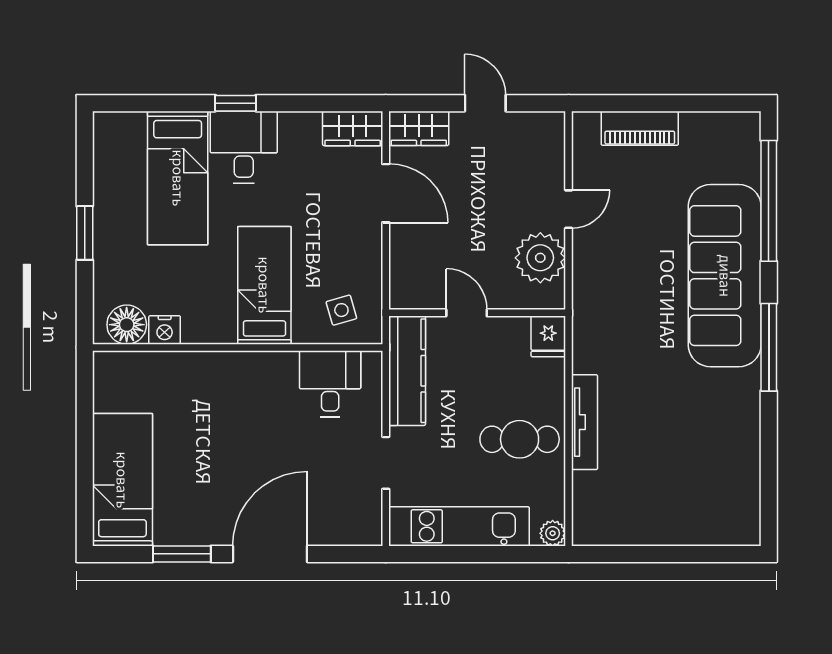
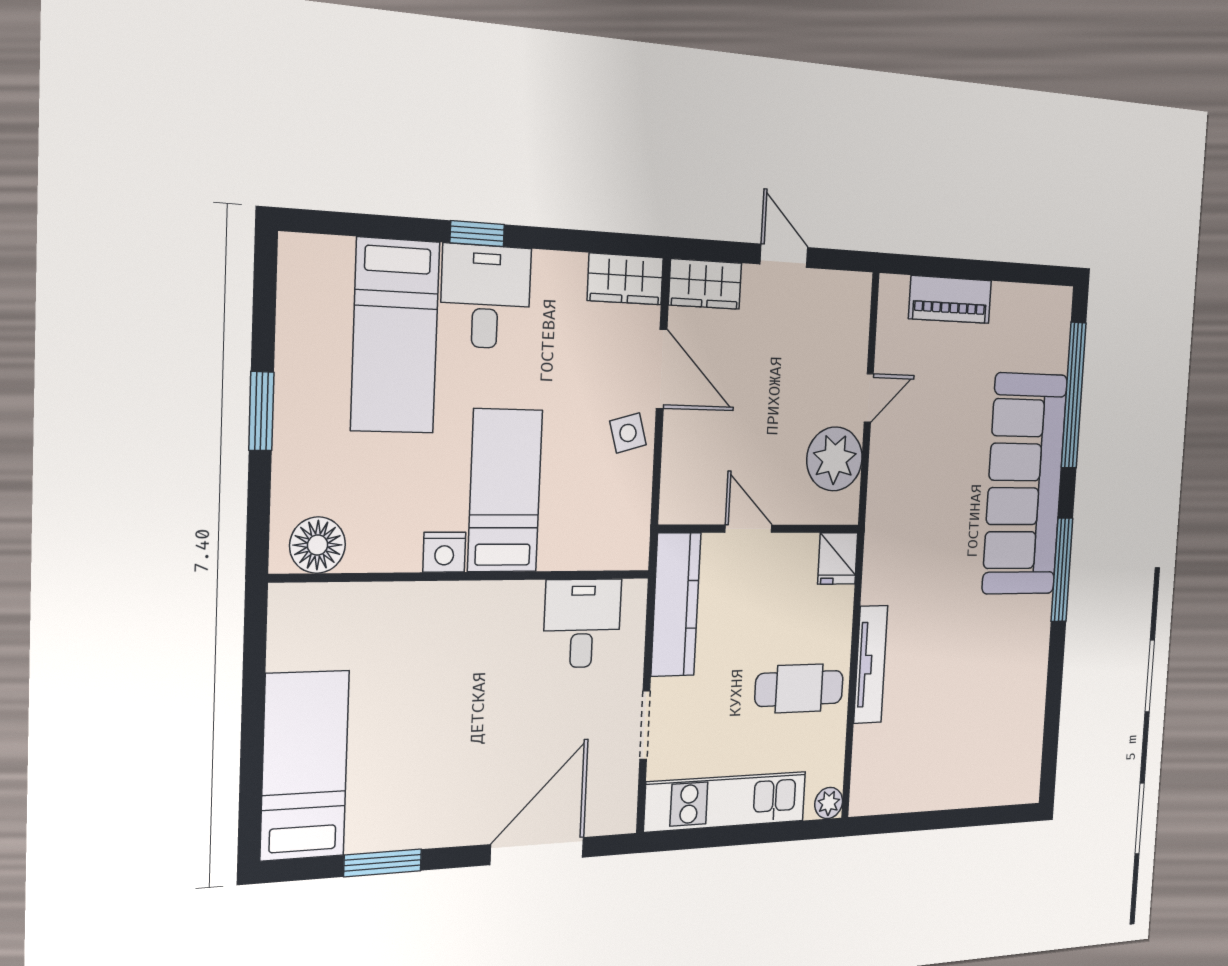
side table: (341, 310) -> (628, 433), moved
nightstand: (165, 330) -> (444, 552), moved
door: (270, 554) -> (537, 851), moved

